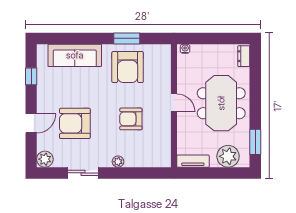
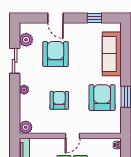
armchair: (128, 67) -> (102, 98), turned 90
plant: (45, 159) -> (26, 40), moved
plant: (163, 160) -> (26, 127), added

